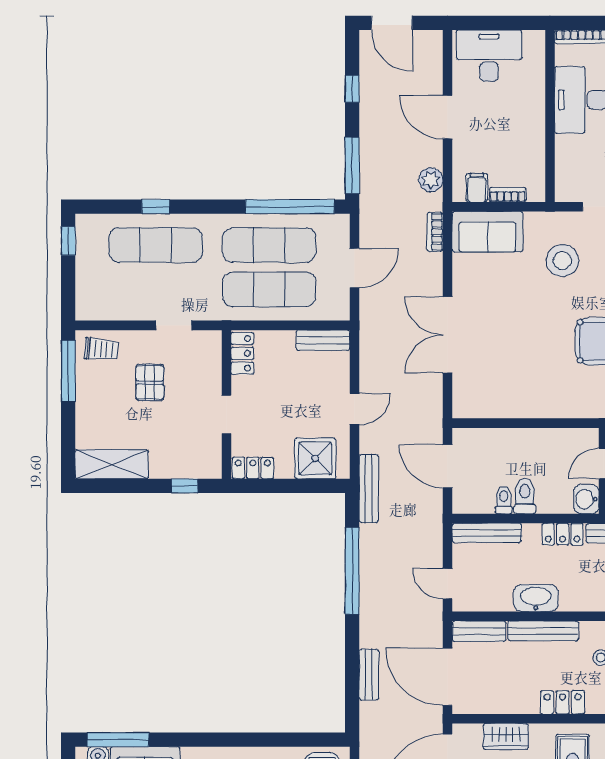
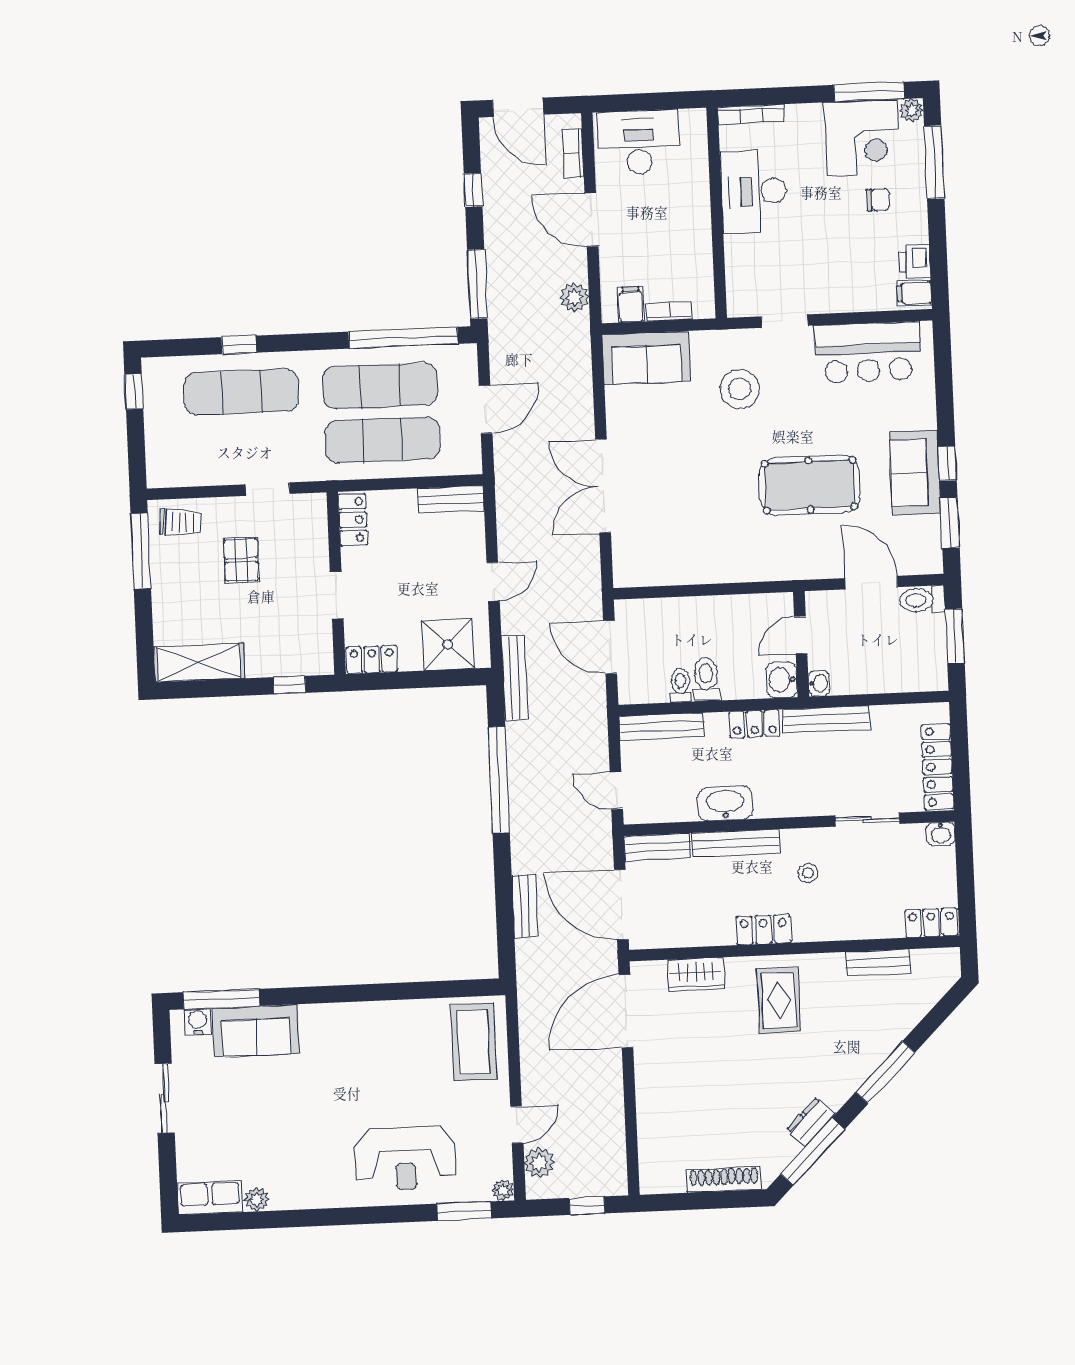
bookcase: (435, 232) -> (573, 153), moved

